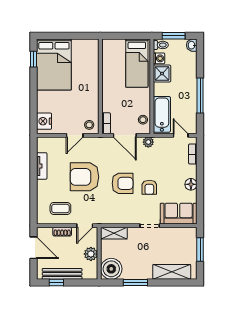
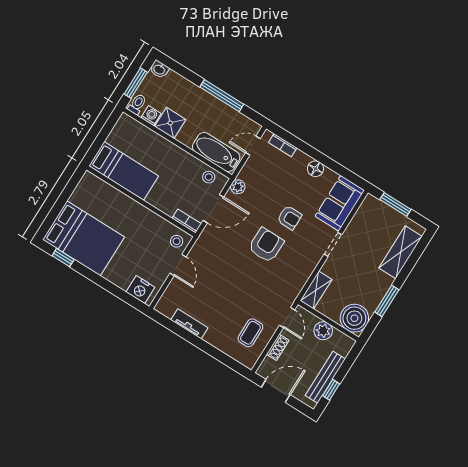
bed: (137, 63) -> (124, 171), moved
armchair: (84, 177) -> (232, 283), removed

